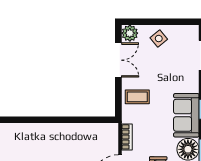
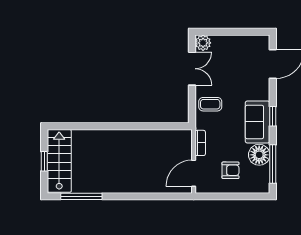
side table: (159, 39) -> (231, 48), removed

